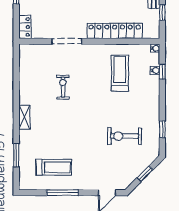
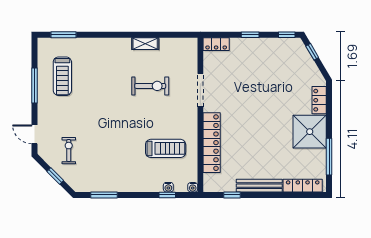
exercise bike: (63, 87) -> (150, 86), width x1.38, depth x1.39
shelving: (24, 117) -> (145, 44), moved
window: (162, 129) -> (104, 195), width x1.50
exercise bike: (125, 136) -> (69, 151), moved, width x0.73, depth x0.72
window: (16, 155) -> (64, 35), moved

